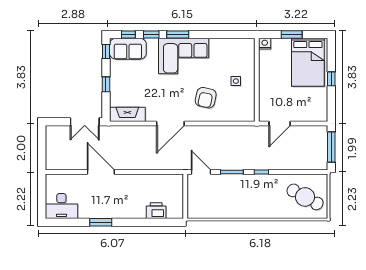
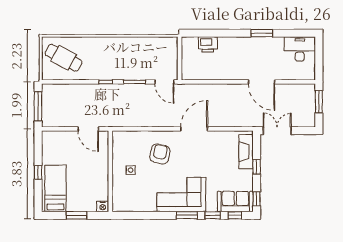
bed: (308, 62) -> (55, 188), width x0.67
fireplace: (127, 114) -> (246, 152), moved, turned 90
door: (280, 124) -> (88, 129), swing flipped
window: (42, 152) -> (319, 102), added

